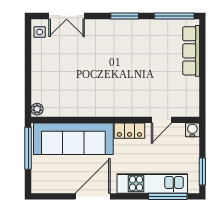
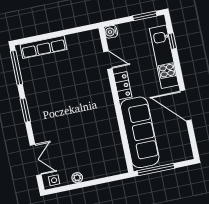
plant: (37, 109) -> (77, 178), moved
window: (168, 196) -> (172, 41), width x0.46

